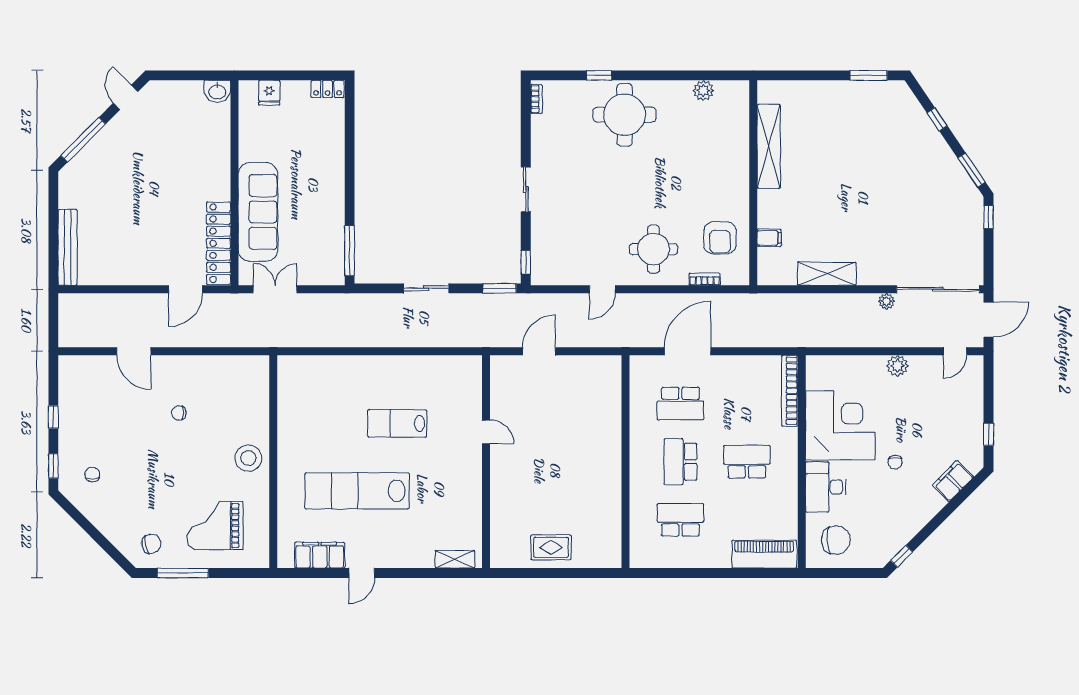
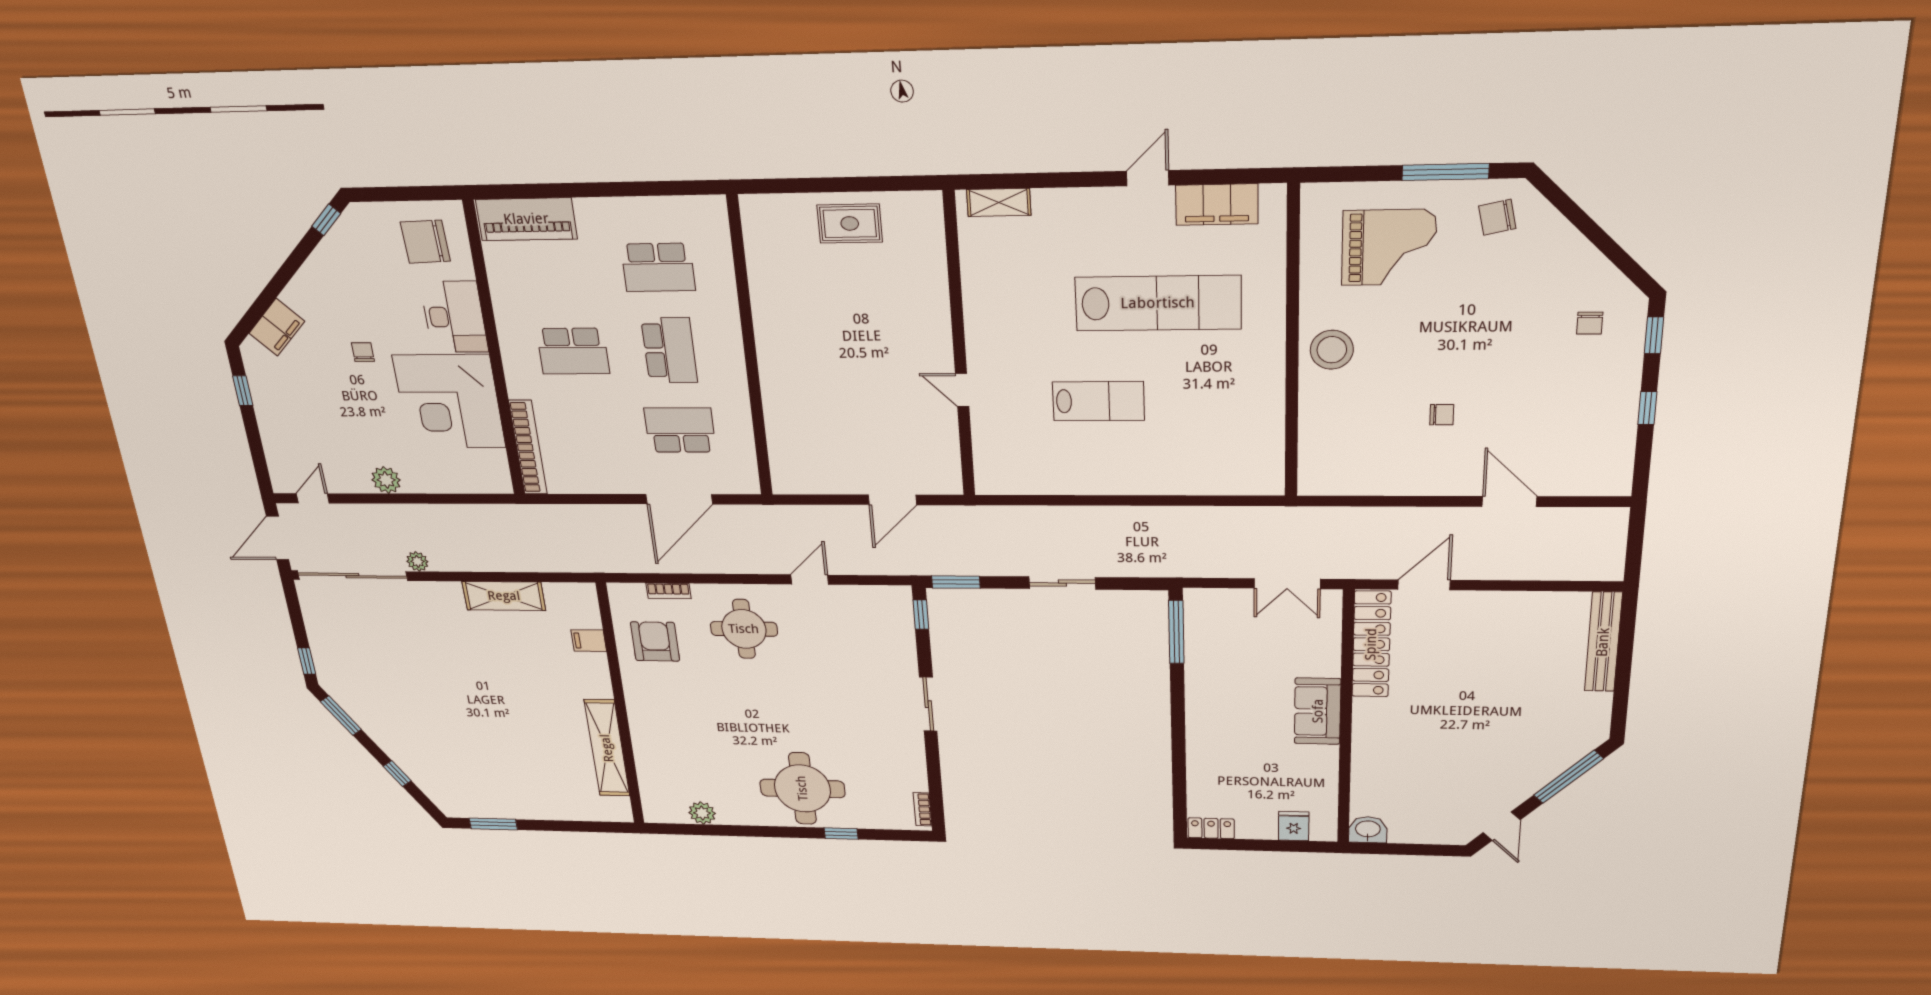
sofa: (258, 212) -> (1318, 711), width x0.54, depth x0.79

